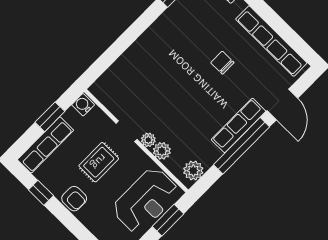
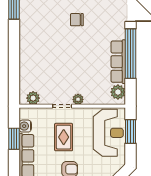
water cooler: (83, 105) -> (25, 126), moved
row of seats: (239, 125) -> (118, 62), moved
plant: (162, 151) -> (33, 98), moved

